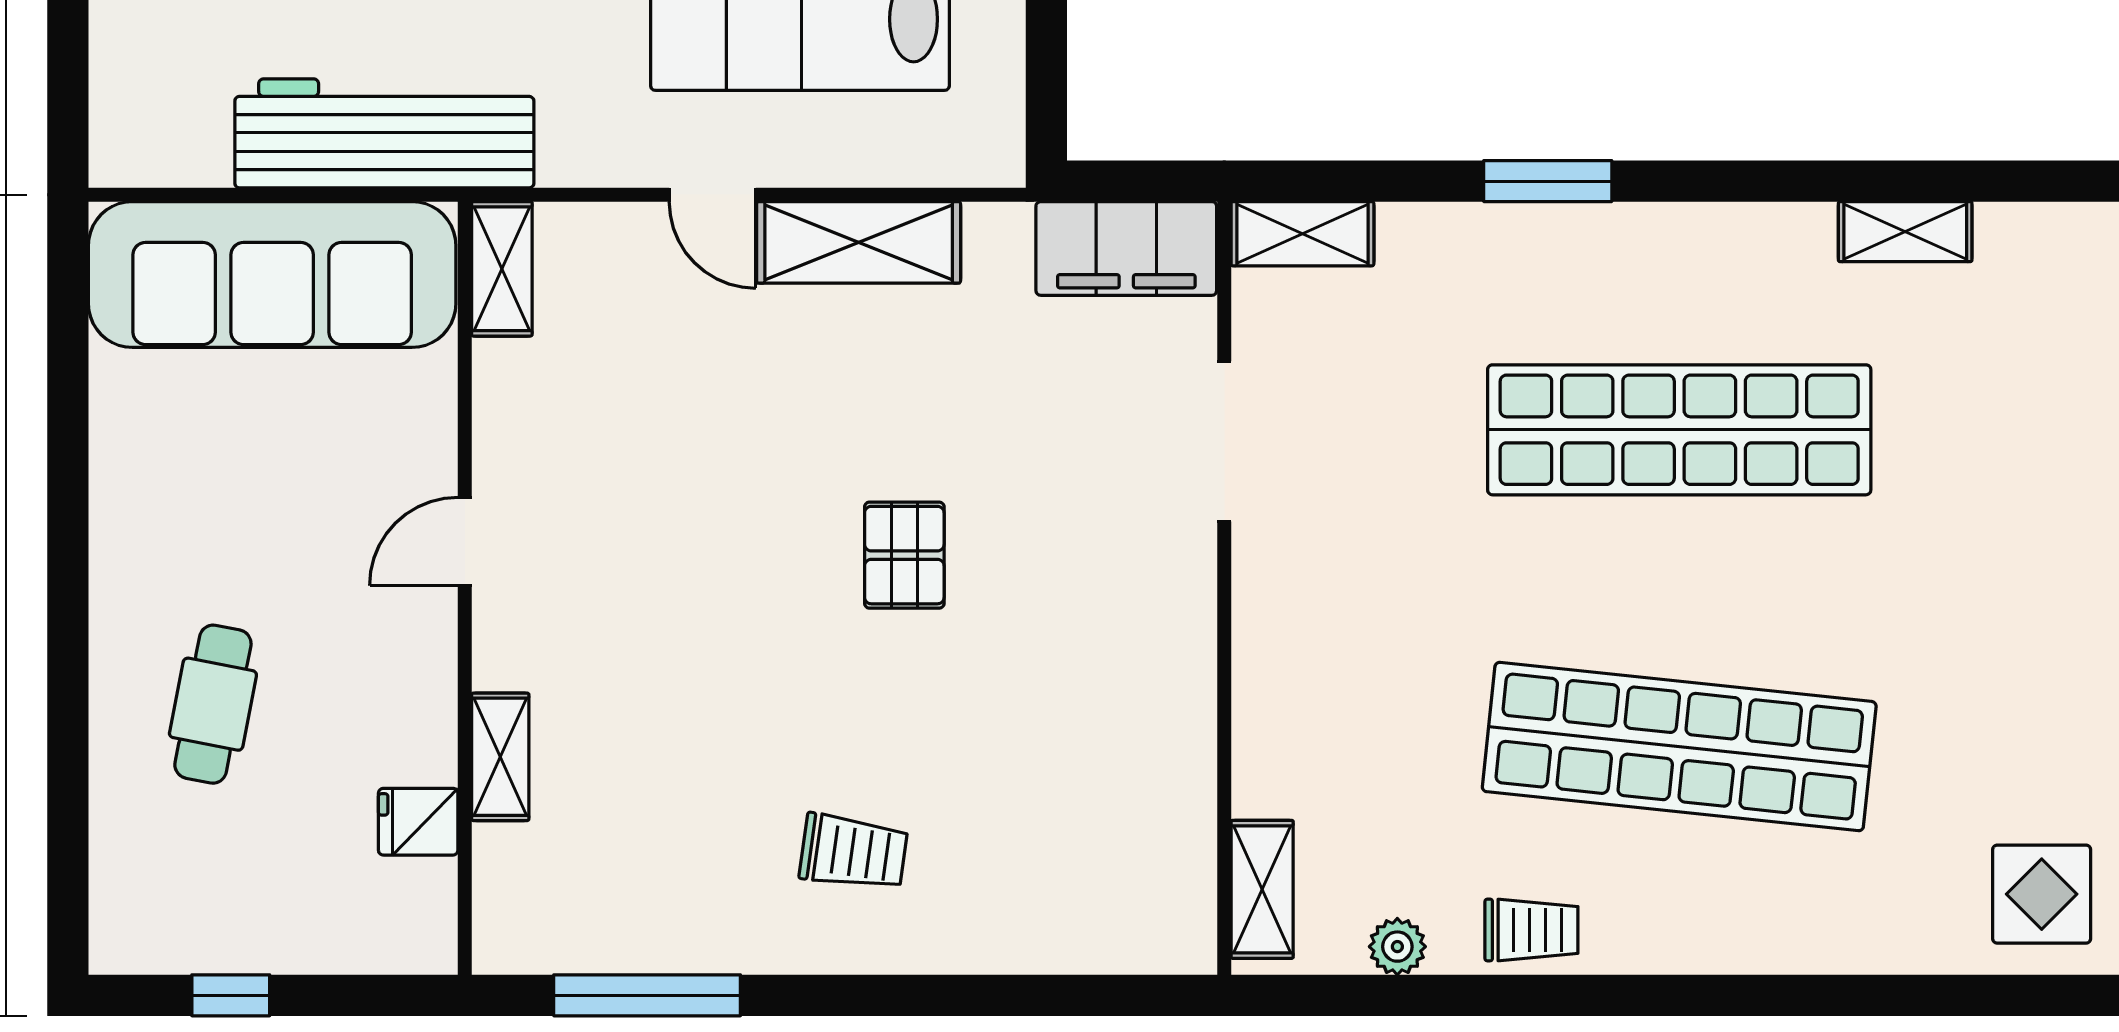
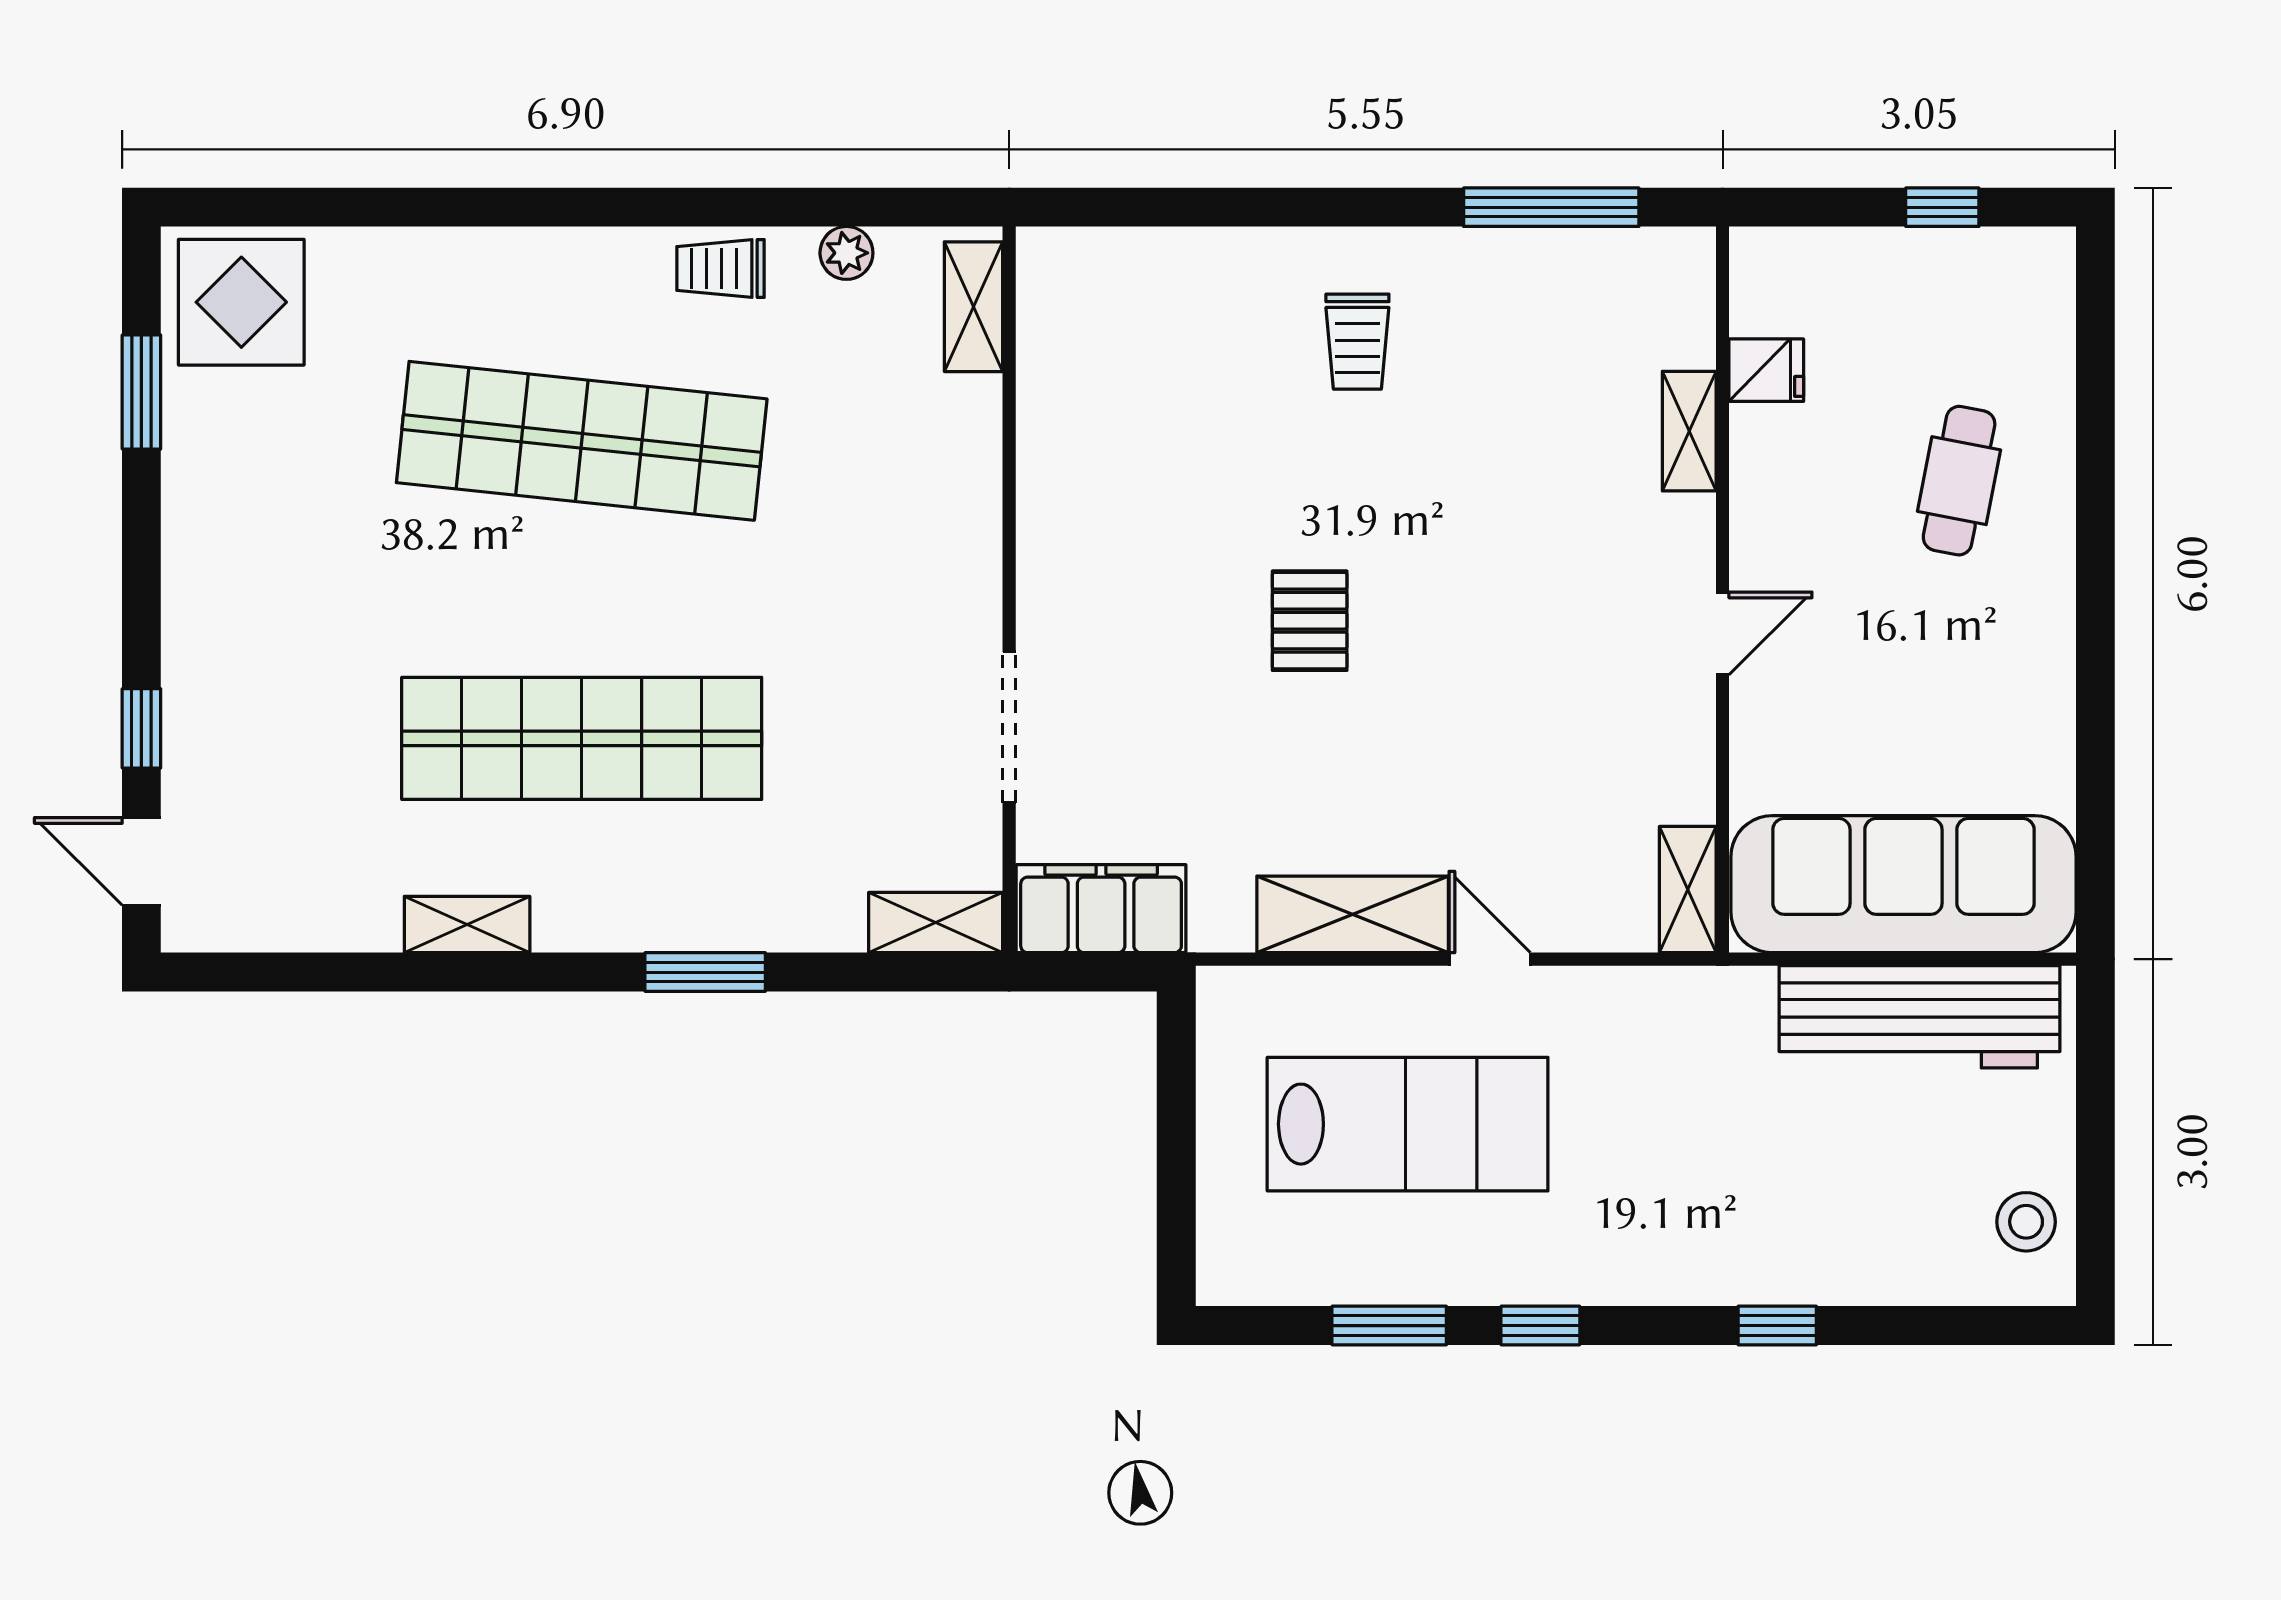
workbench: (384, 133) -> (1919, 1017), moved
shelving: (1905, 232) -> (467, 925), moved
trolley: (853, 852) -> (1357, 342), turned -98
display table: (2042, 894) -> (241, 302), width x1.36, depth x1.36

